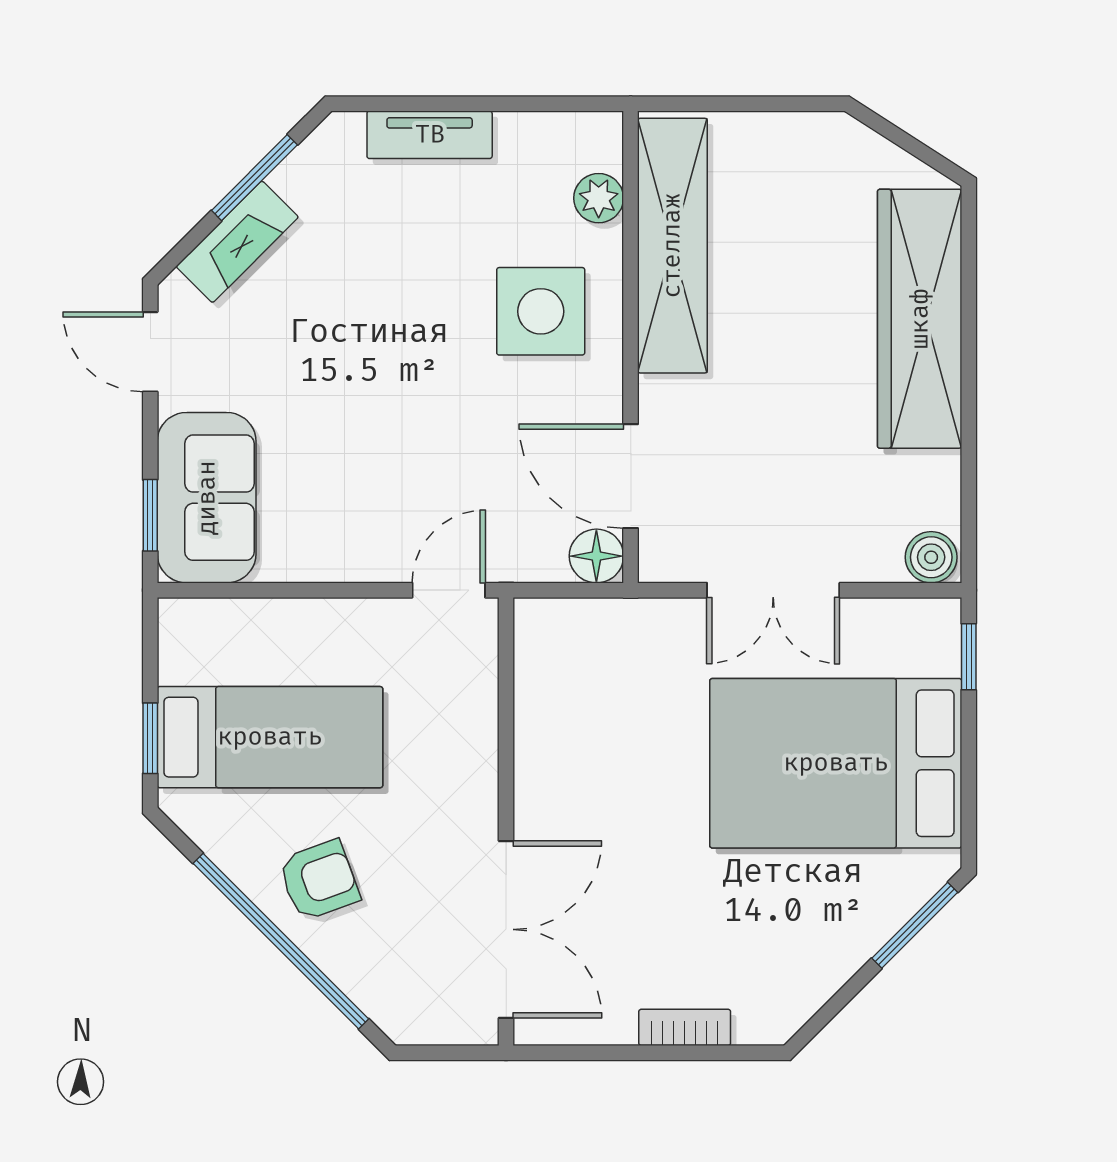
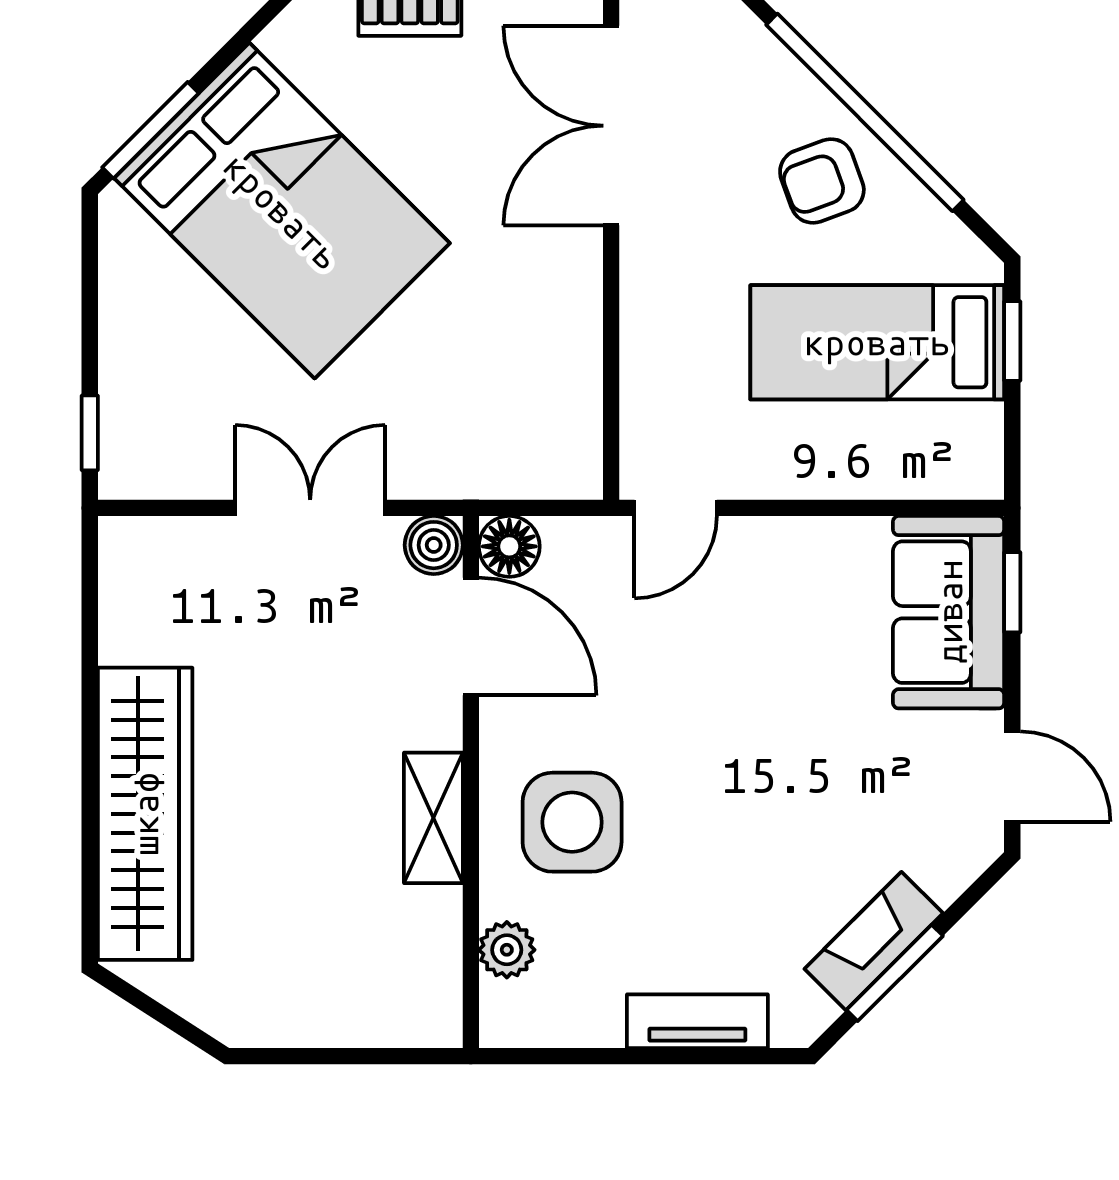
fireplace: (237, 242) -> (874, 941), moved
shelving: (672, 246) -> (433, 818), width x0.45, depth x0.75
boiler: (931, 557) -> (434, 545), moved
bed: (836, 763) -> (282, 211), moved, turned 45

